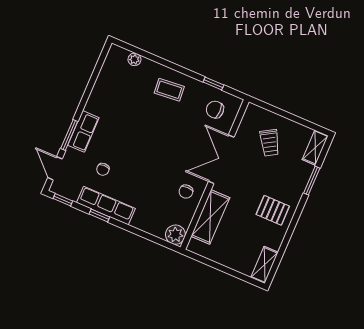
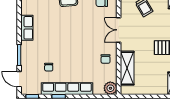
row of seats: (83, 131) -> (27, 28), moved
double door: (221, 159) -> (119, 30), width x0.73
row of seats: (106, 206) -> (67, 89), width x1.36

